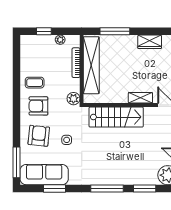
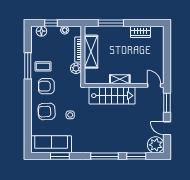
floor lamp: (33, 41) -> (41, 31), added
shelving: (91, 65) -> (91, 52), width x0.68
shelving: (140, 98) -> (120, 79), moved
plant: (73, 99) -> (76, 68), moved
armchair: (39, 136) -> (47, 111), turned -99
window: (16, 162) -> (28, 66), moved

